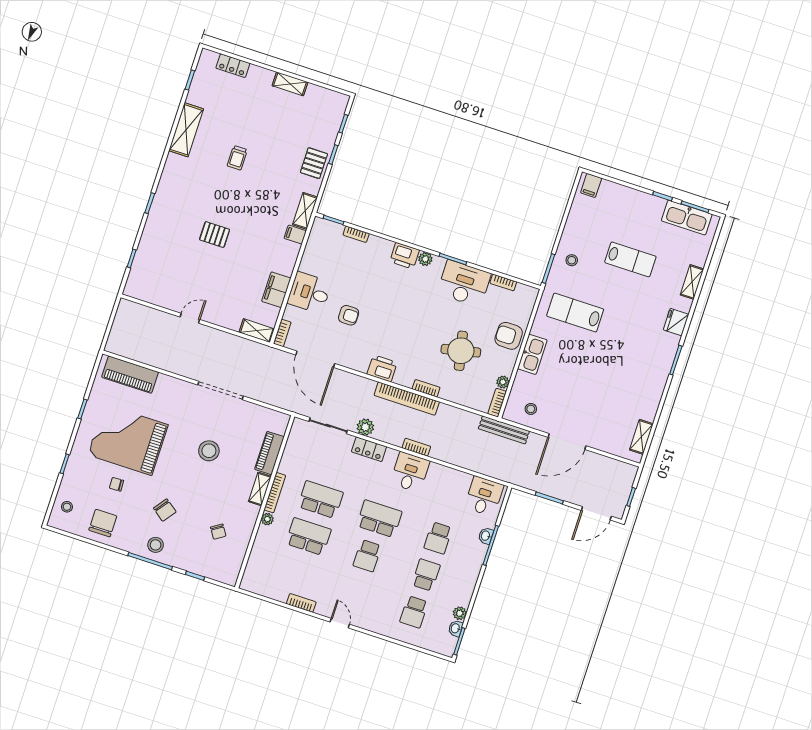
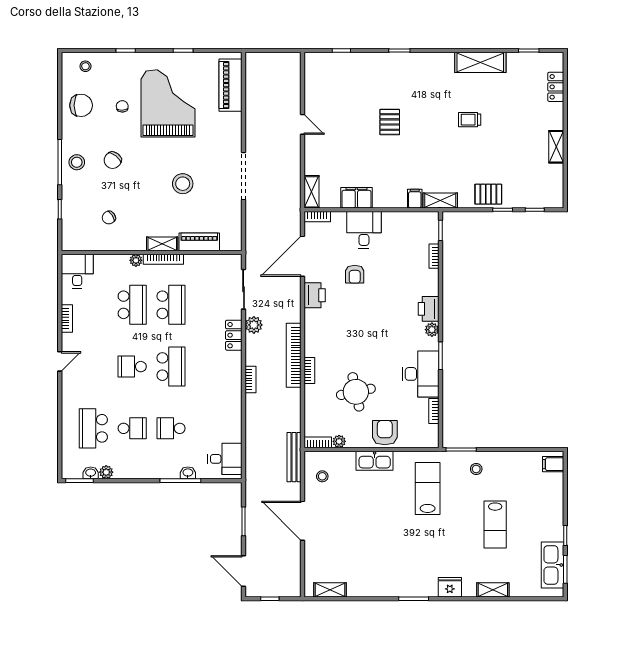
printer: (382, 368) -> (315, 295), moved
desk: (410, 472) -> (77, 271), moved, turned -90
school desk: (414, 612) -> (93, 428), width x1.85

